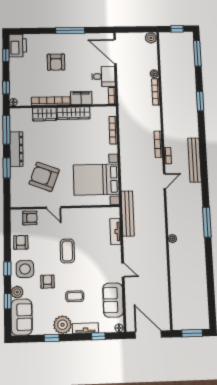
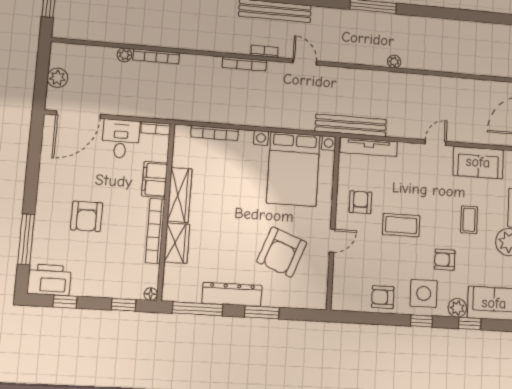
window: (70, 30) -> (26, 239), moved
plant: (151, 38) -> (57, 78), moved
armchair: (56, 62) -> (87, 216), turned 90
armchair: (30, 218) -> (360, 202), moved
tv unit: (115, 232) -> (369, 147), width x1.41

